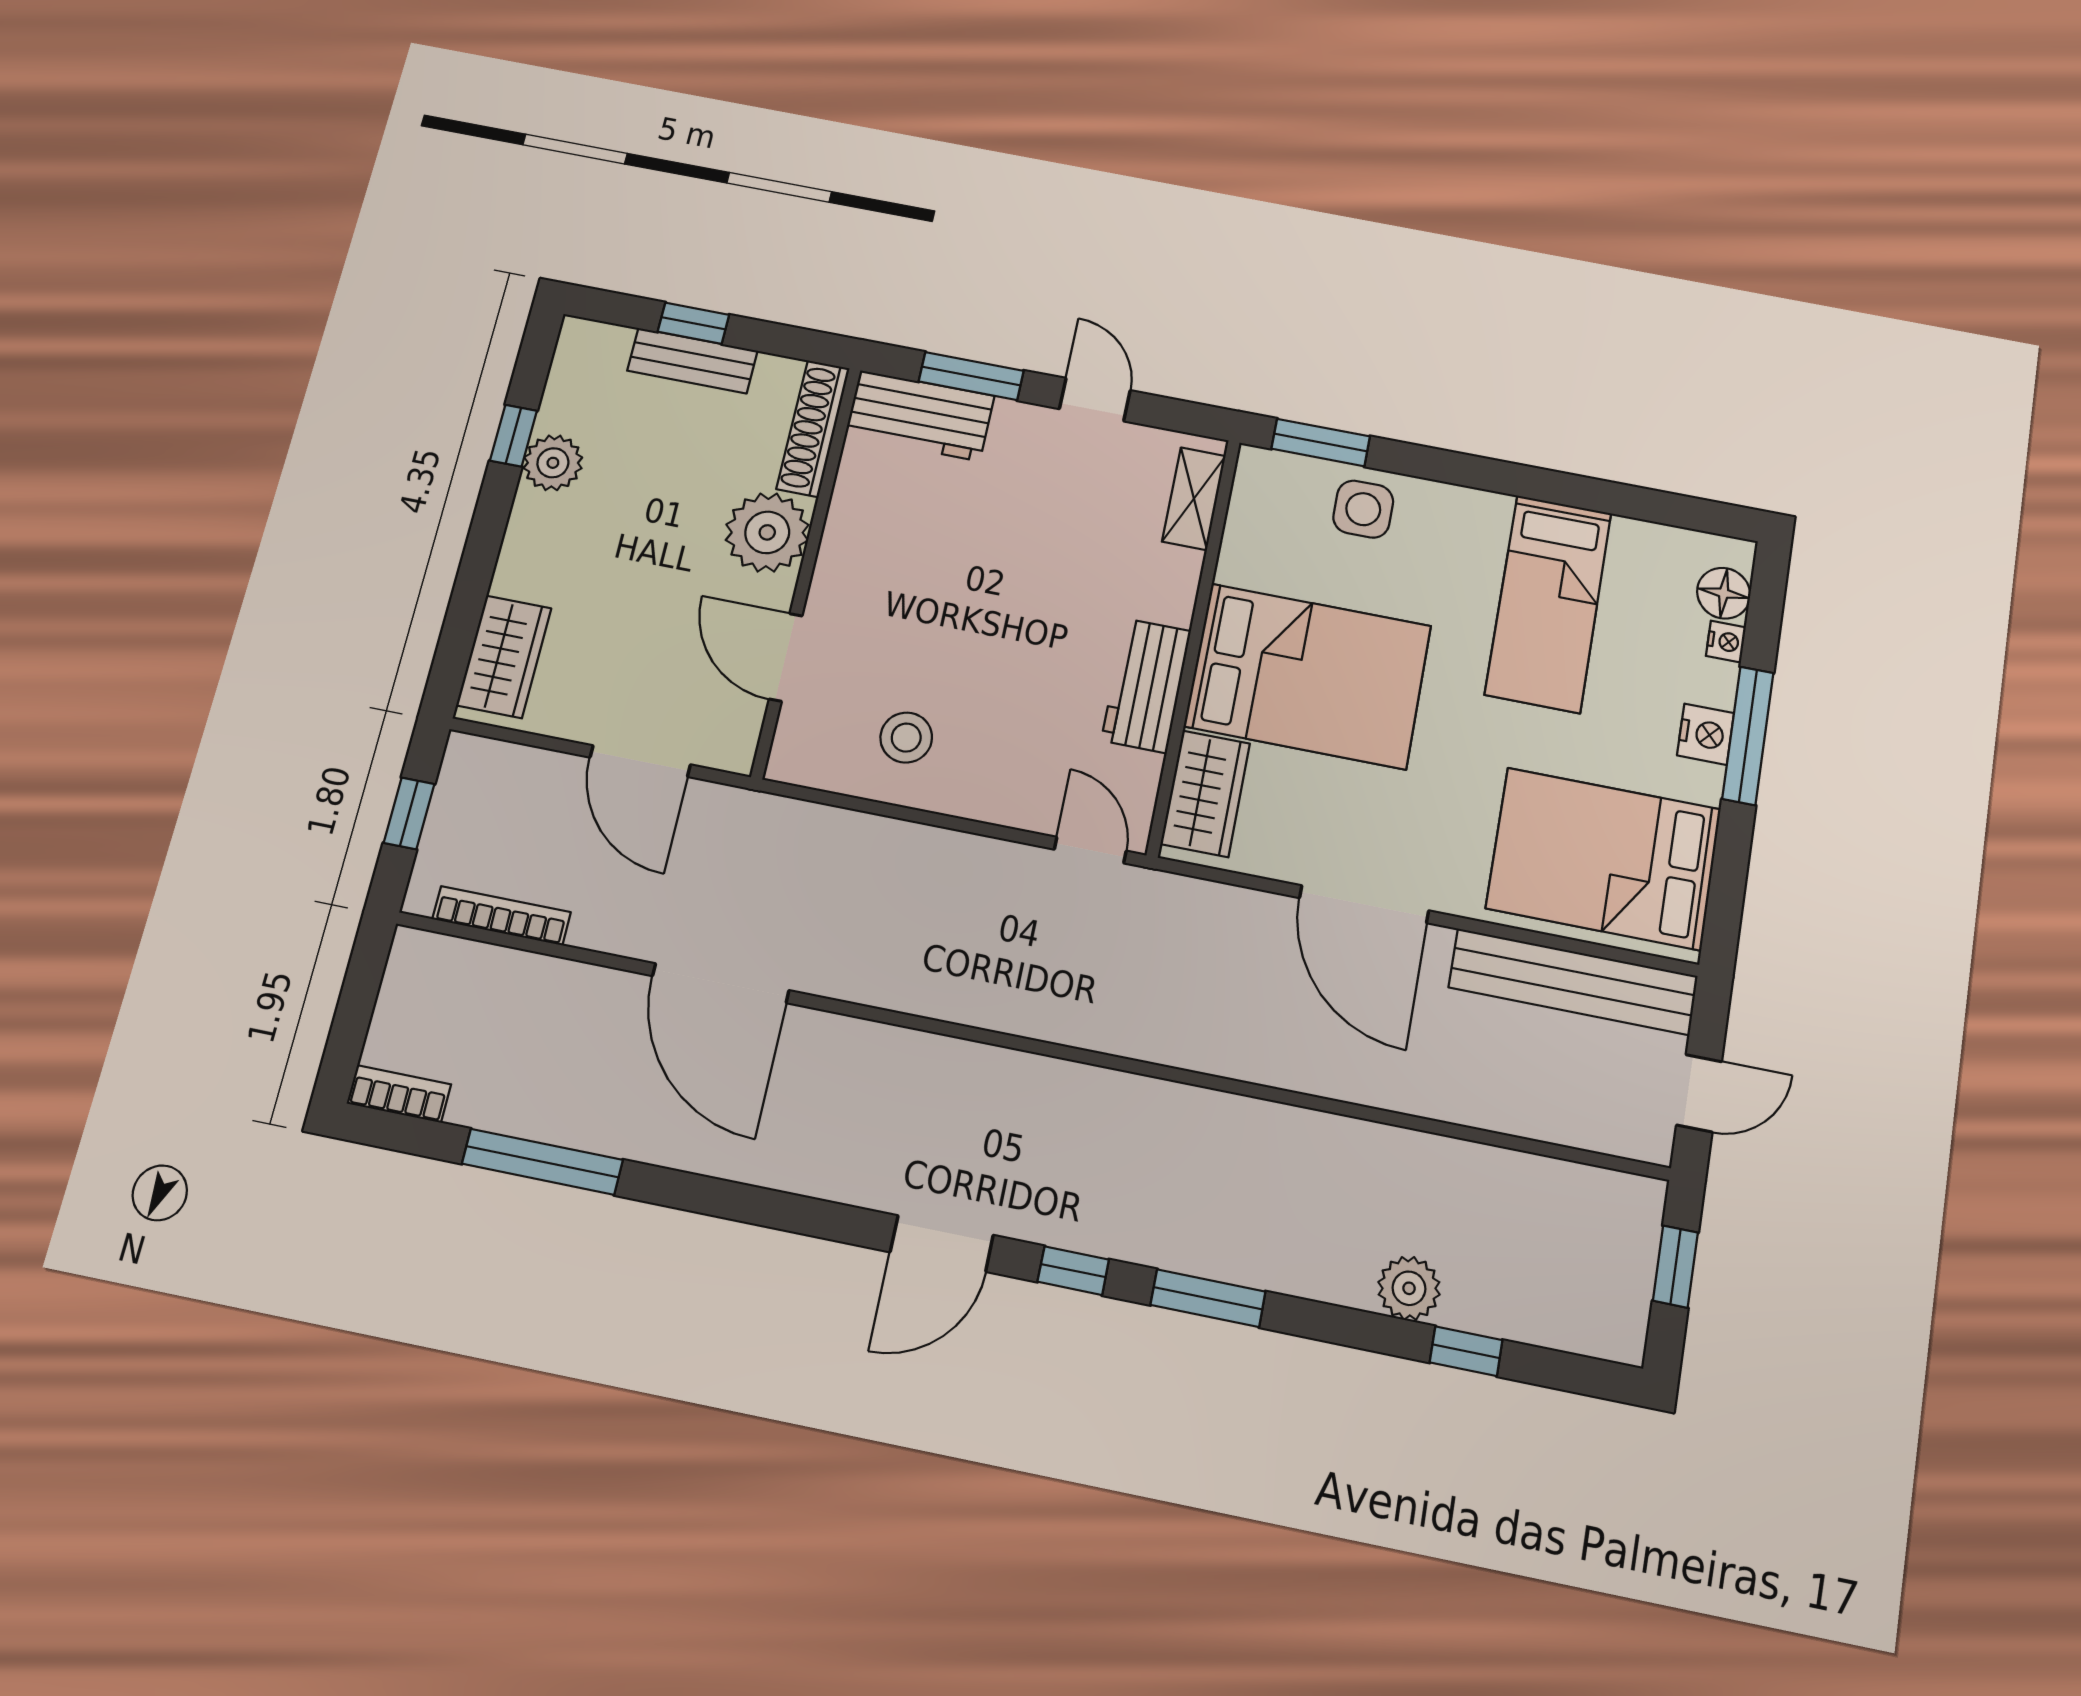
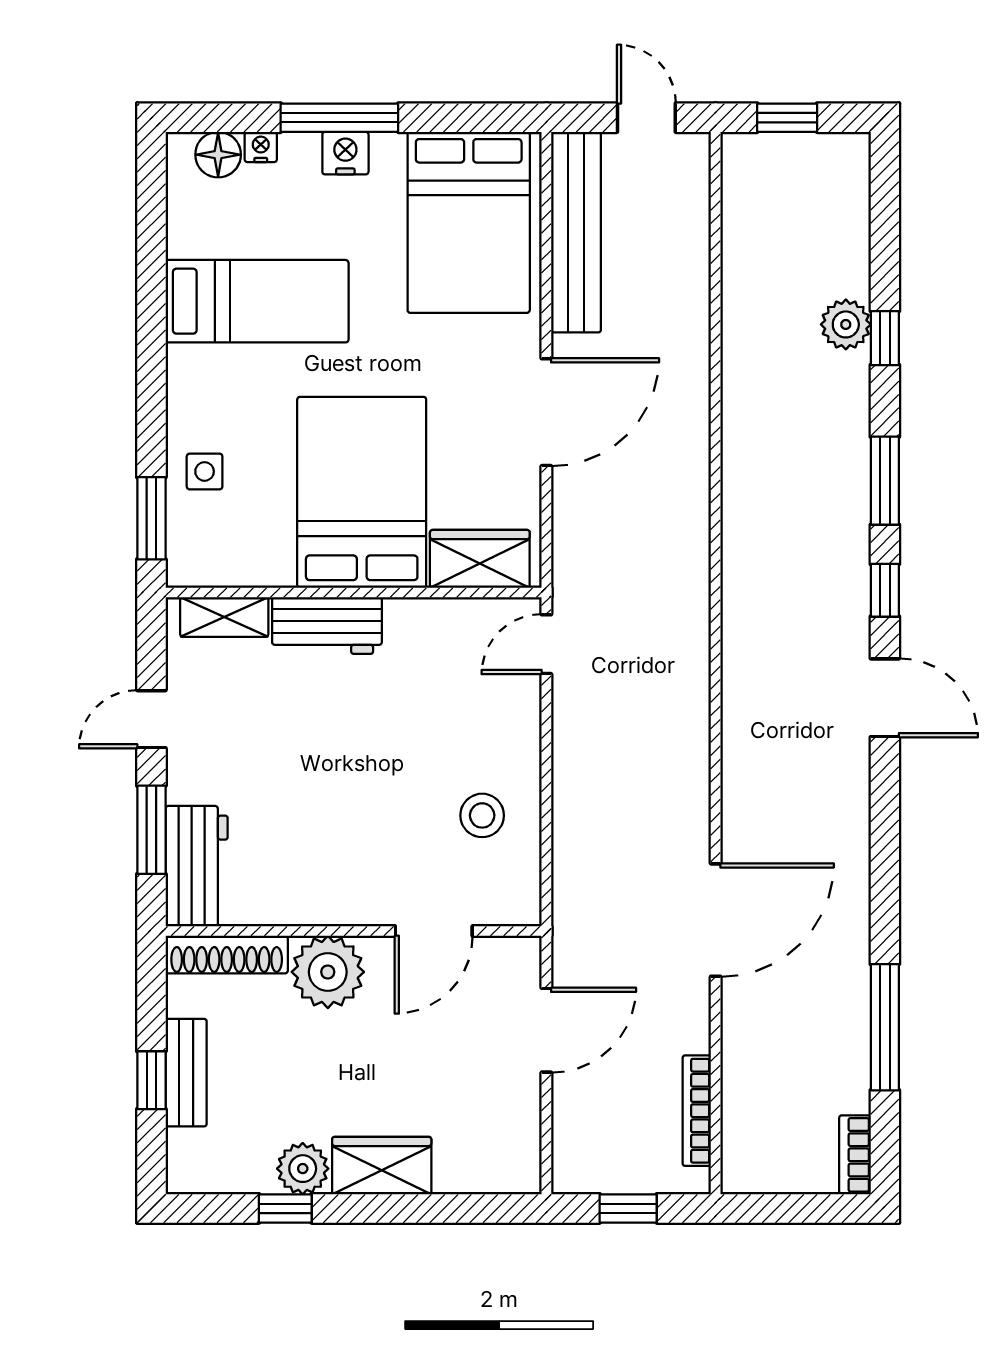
side table: (1363, 509) -> (205, 471), width x0.73, depth x0.73
wardrobe: (504, 657) -> (382, 1166), moved
workbench: (1146, 686) -> (327, 626), moved
window: (1466, 1351) -> (885, 338), moved

